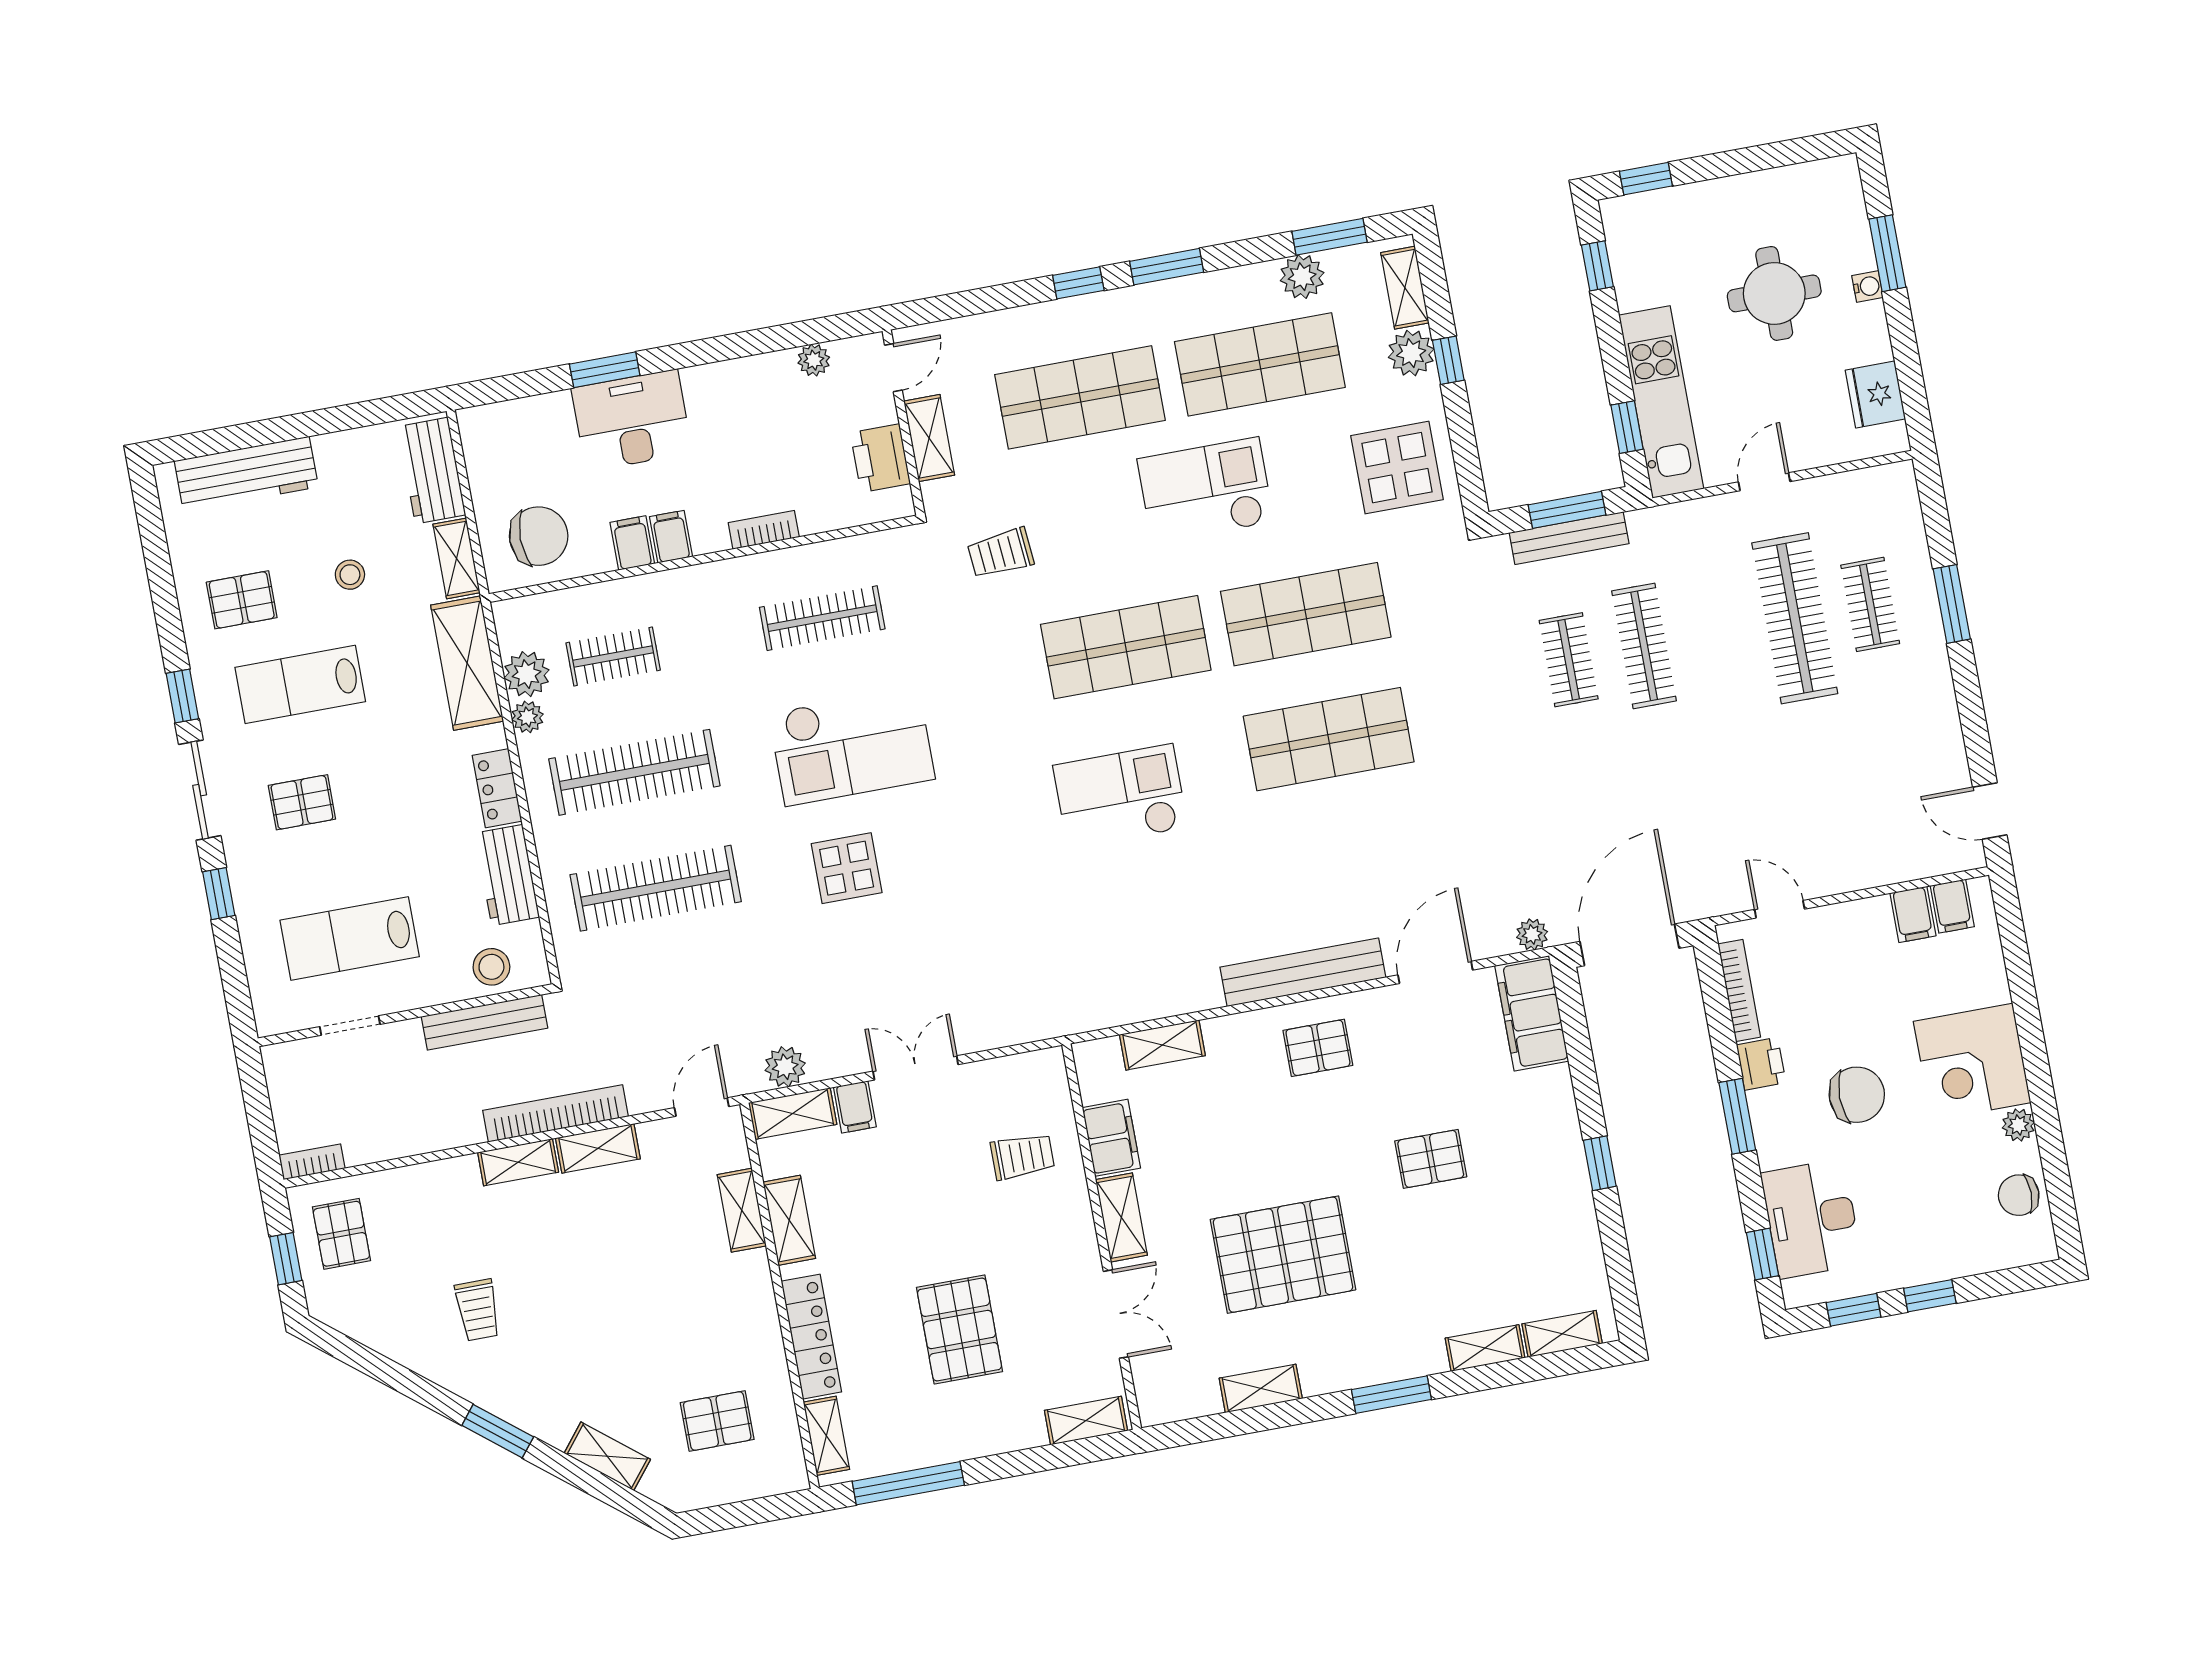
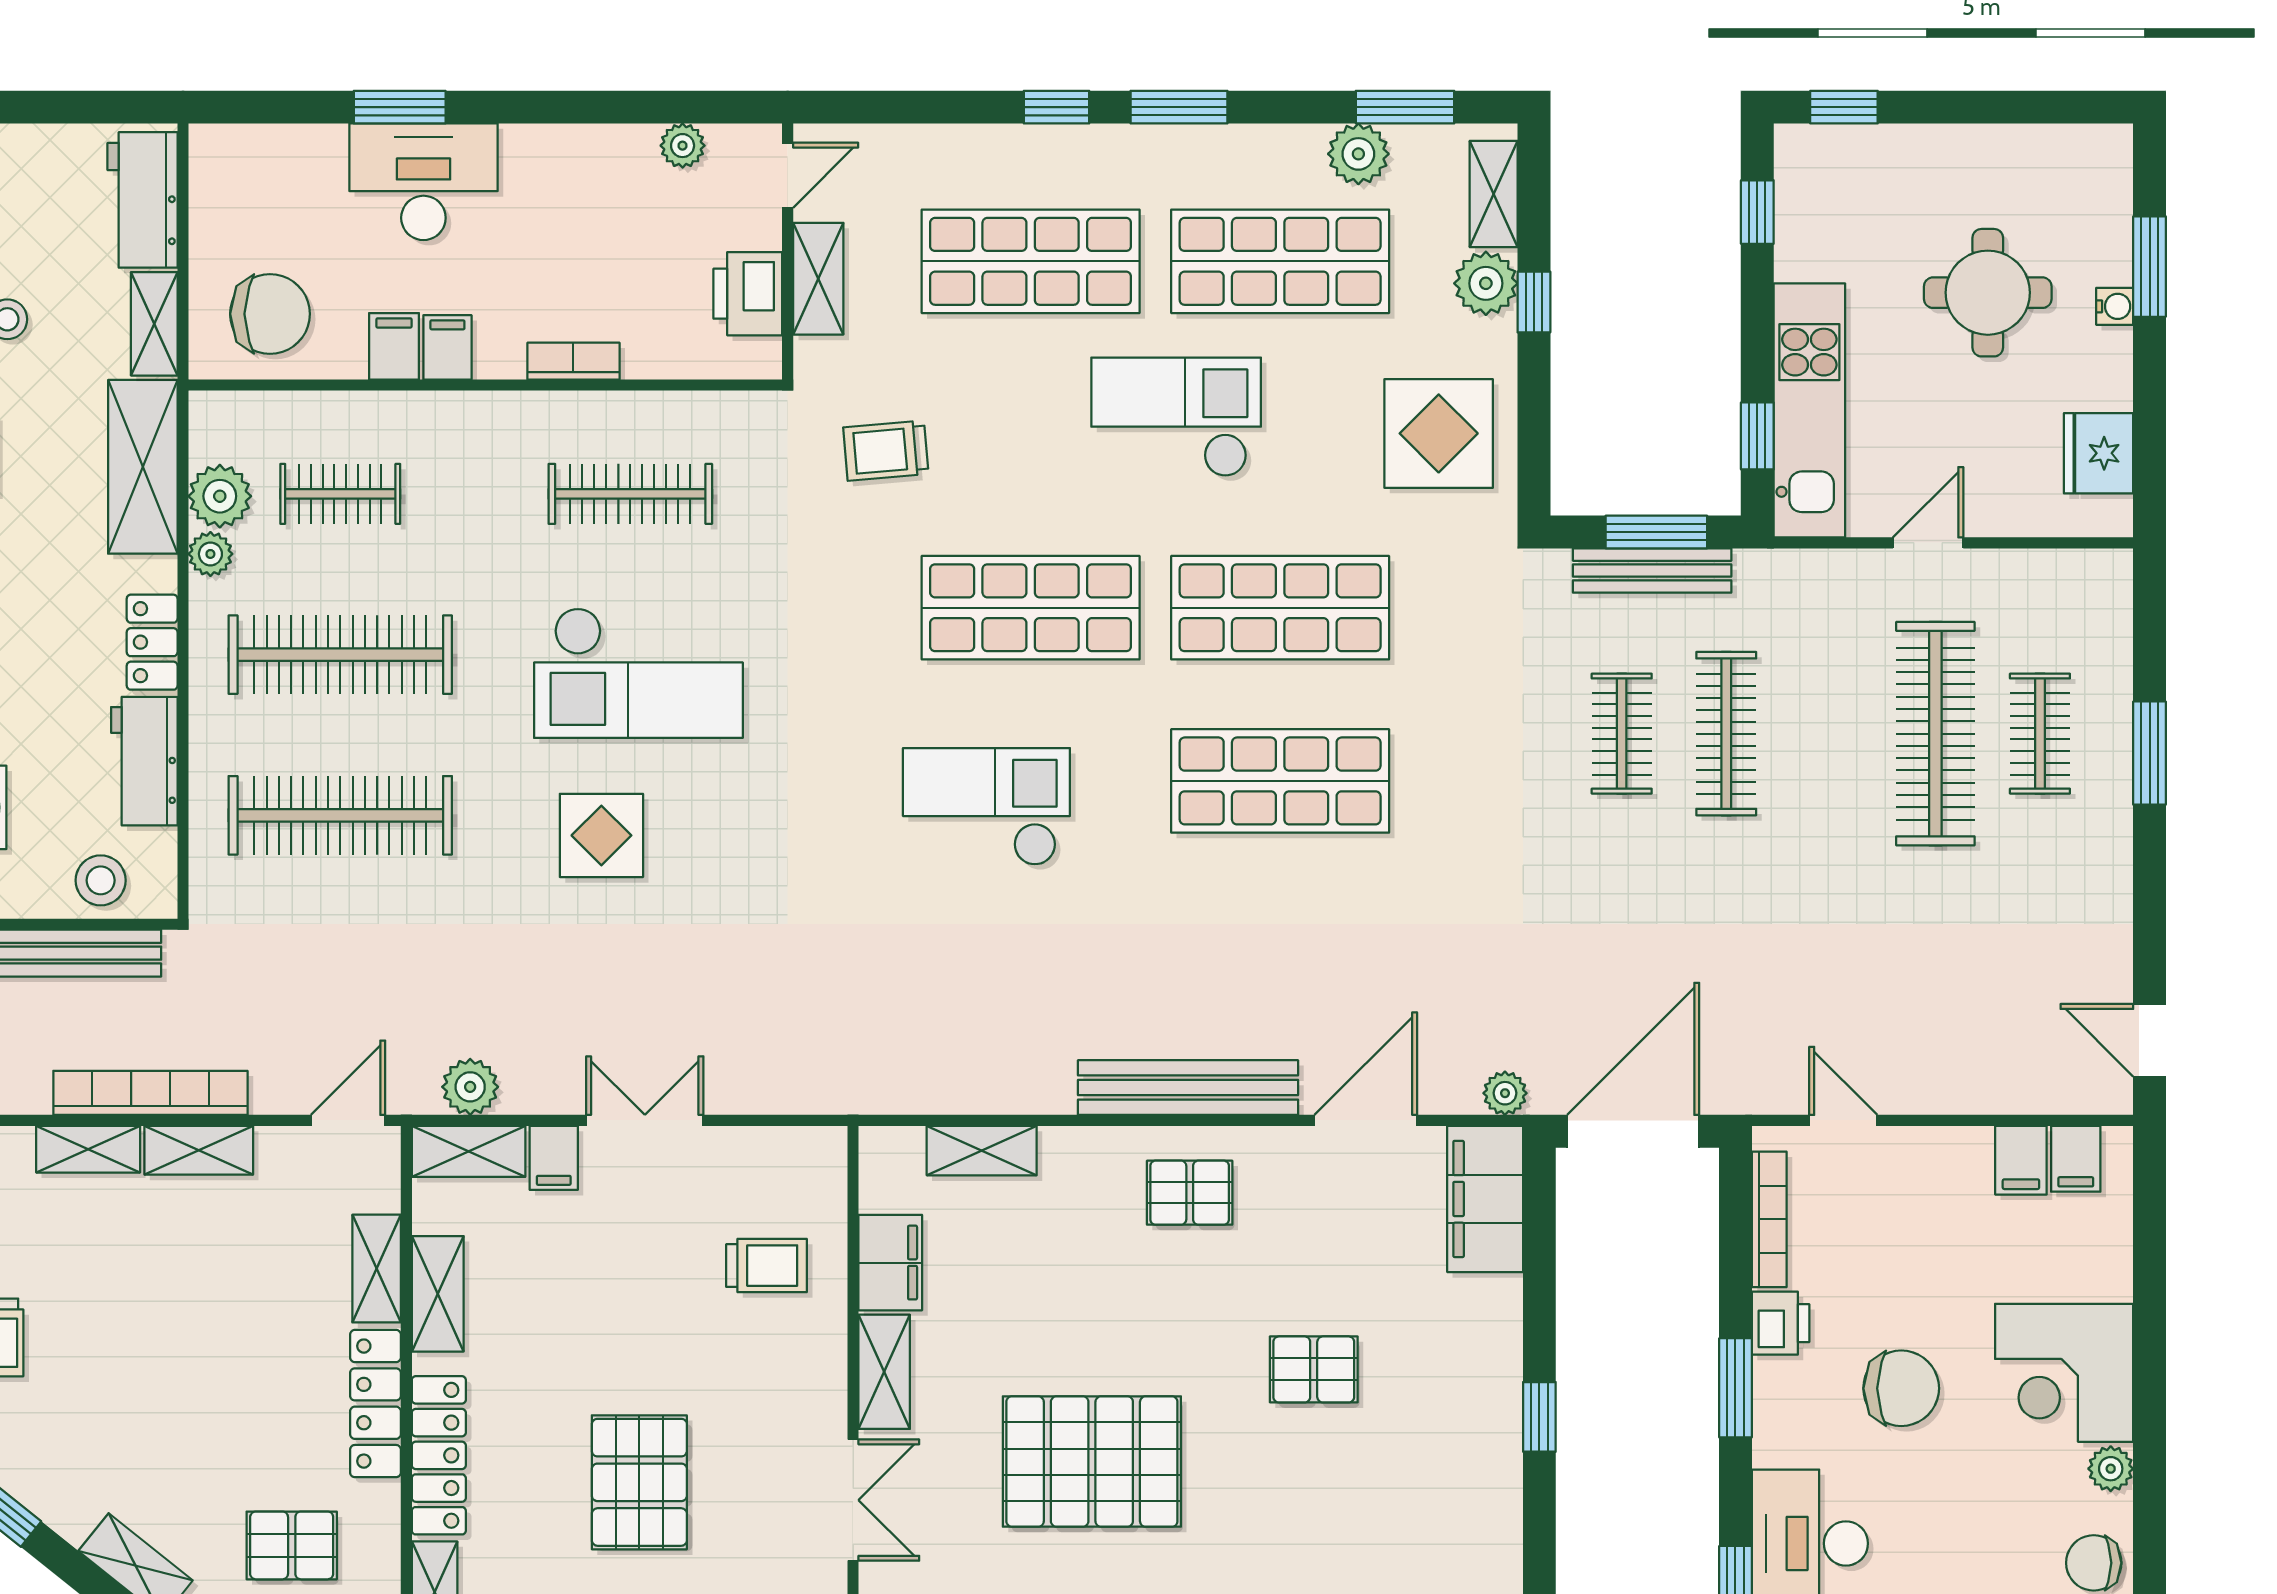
locker: (759, 1308) -> (375, 1404), added

